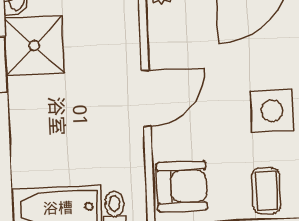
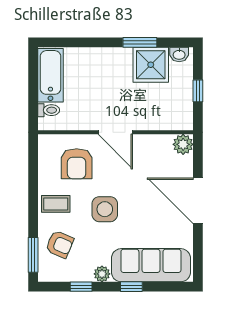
armchair: (182, 186) -> (77, 164), moved

